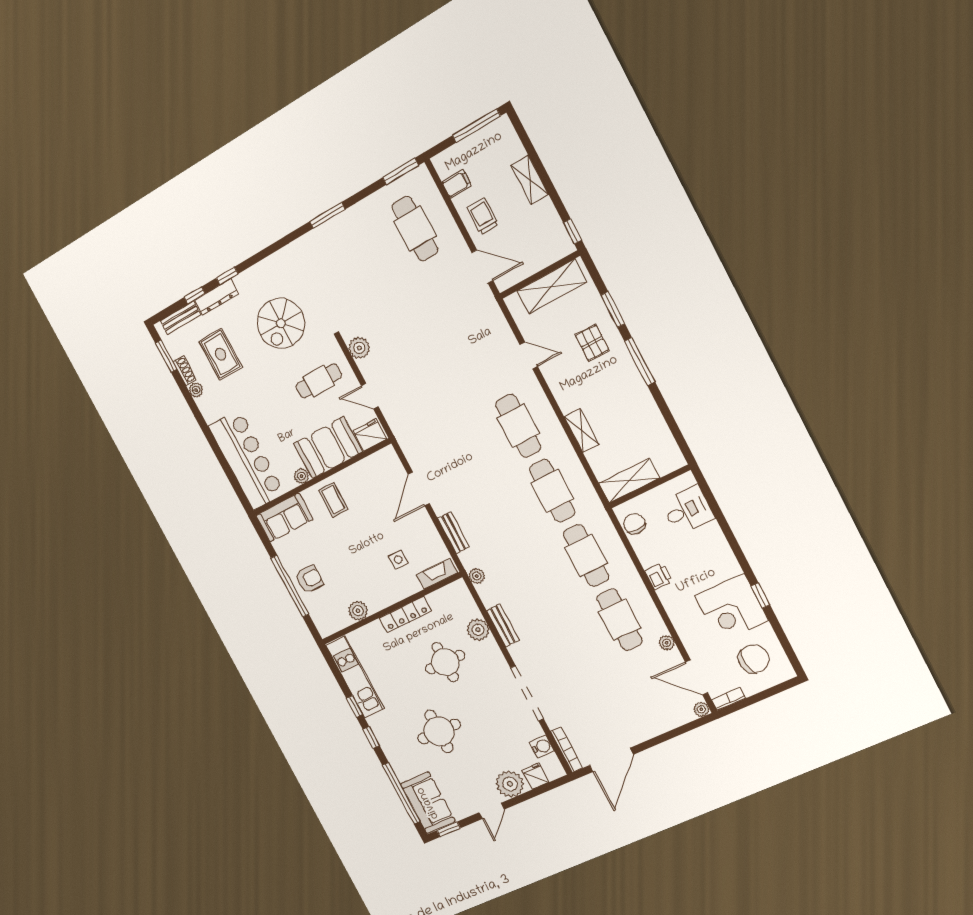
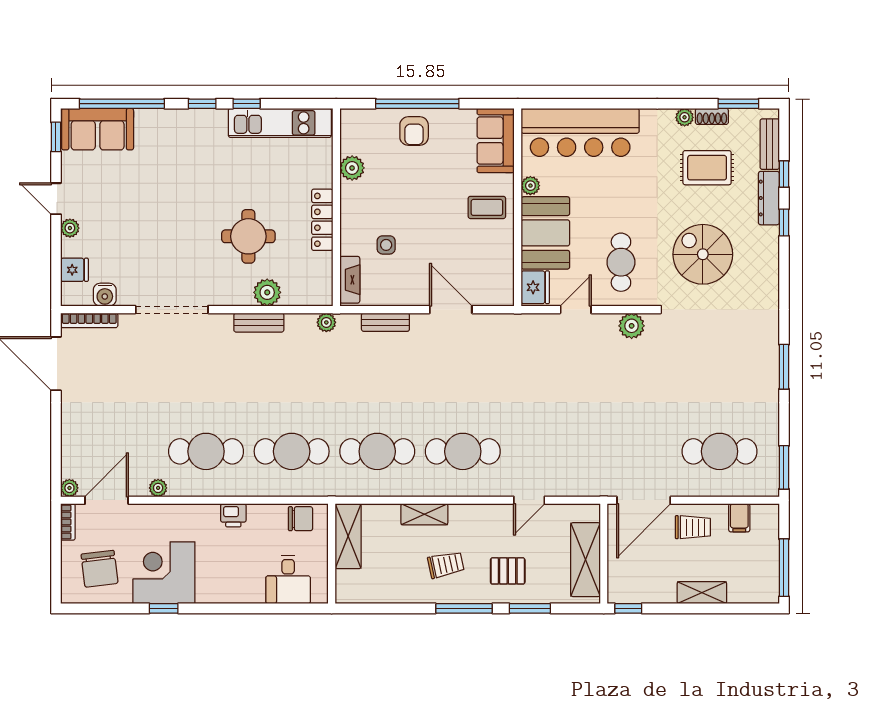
door: (482, 266) -> (644, 500), width x1.36
trolley: (612, 394) -> (446, 565), added
round table: (439, 731) -> (174, 187), removed
plant: (510, 784) -> (70, 228), width x0.53, depth x0.53

